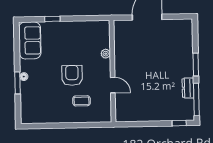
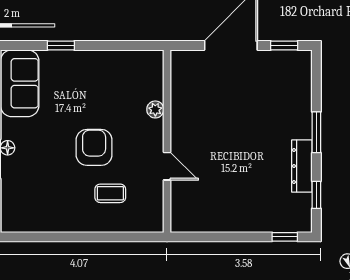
window: (177, 17) -> (284, 46), added
dresser: (188, 88) -> (302, 166), width x1.44
window: (196, 100) -> (316, 195), width x0.46

